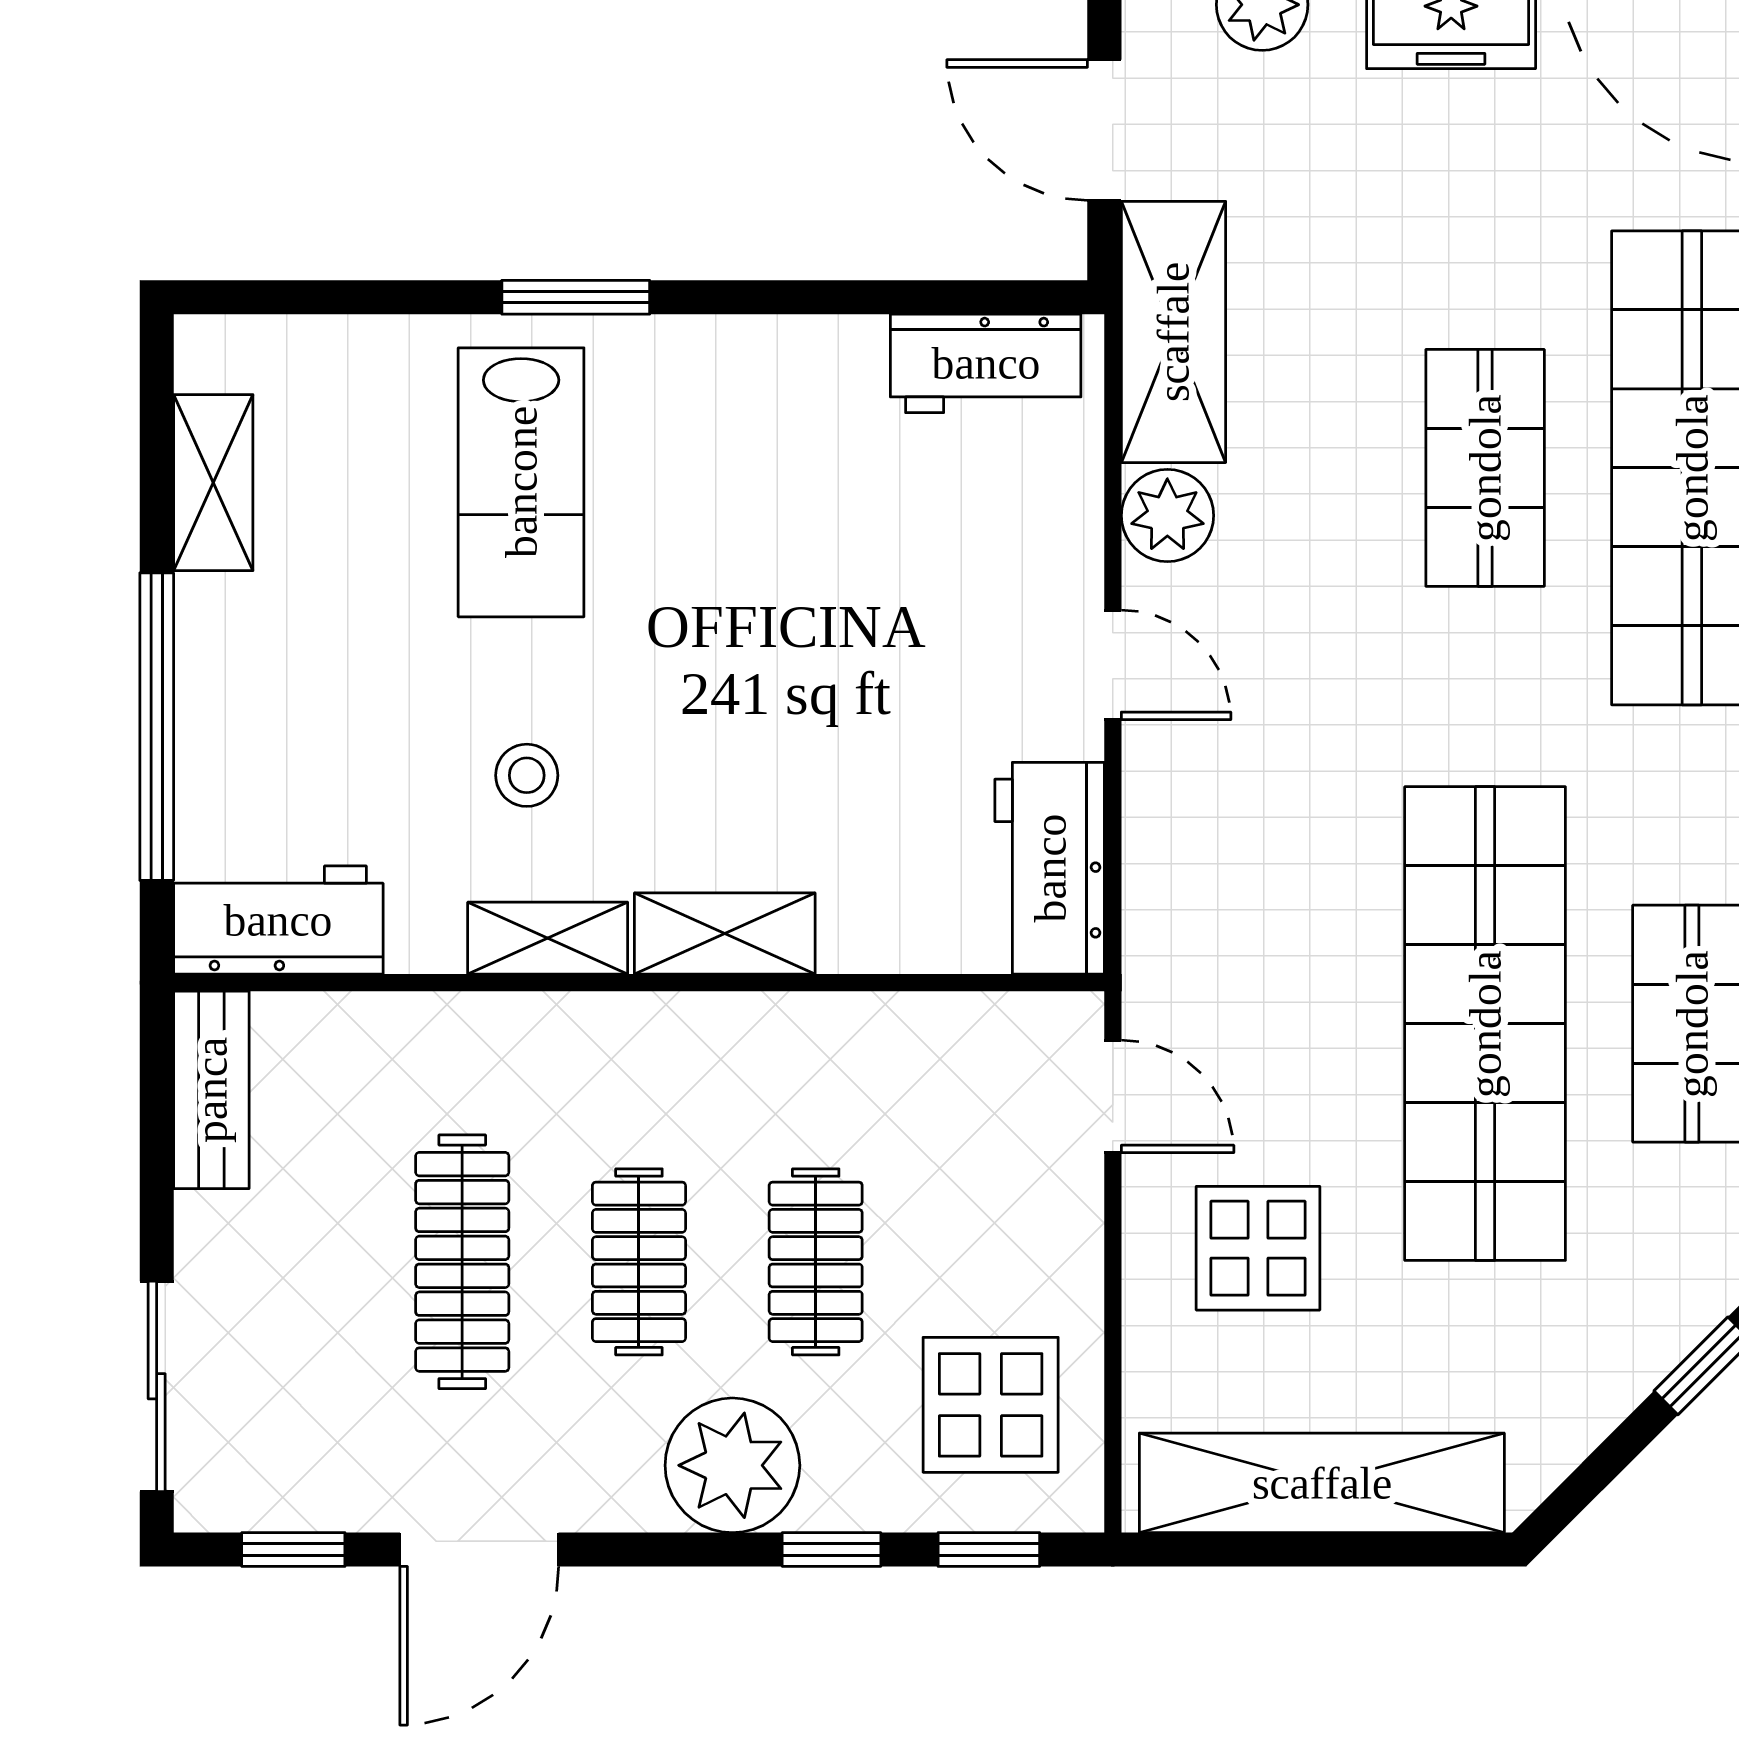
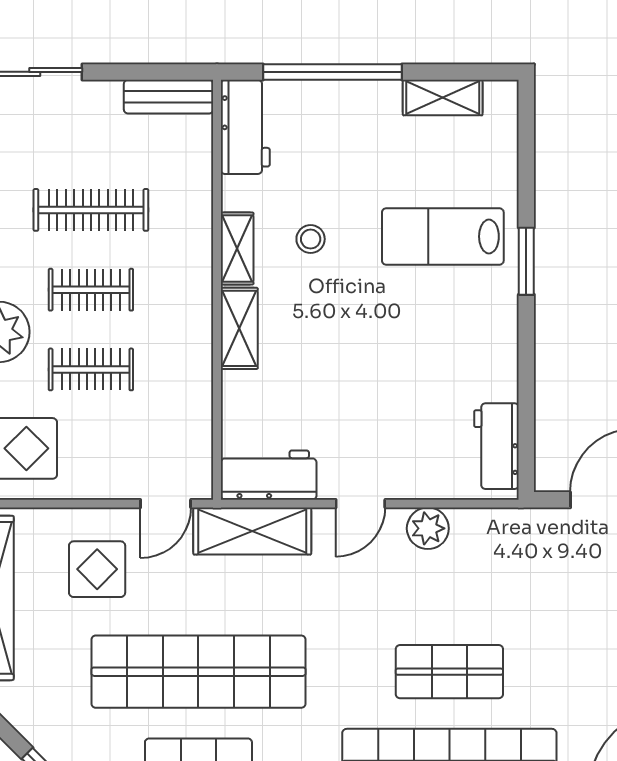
shelving: (1173, 332) -> (252, 531), moved

